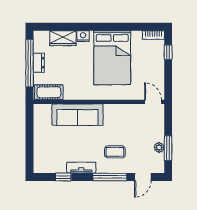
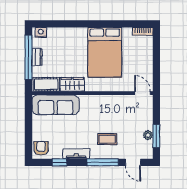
nightstand: (83, 36) -> (41, 32), moved
wardrobe: (63, 38) -> (72, 84), moved, turned 180
window: (168, 52) -> (156, 47), removed
sofa: (77, 115) -> (56, 105), moved
armchair: (43, 162) -> (41, 148), added
door: (143, 177) -> (133, 162), hinge flipped

